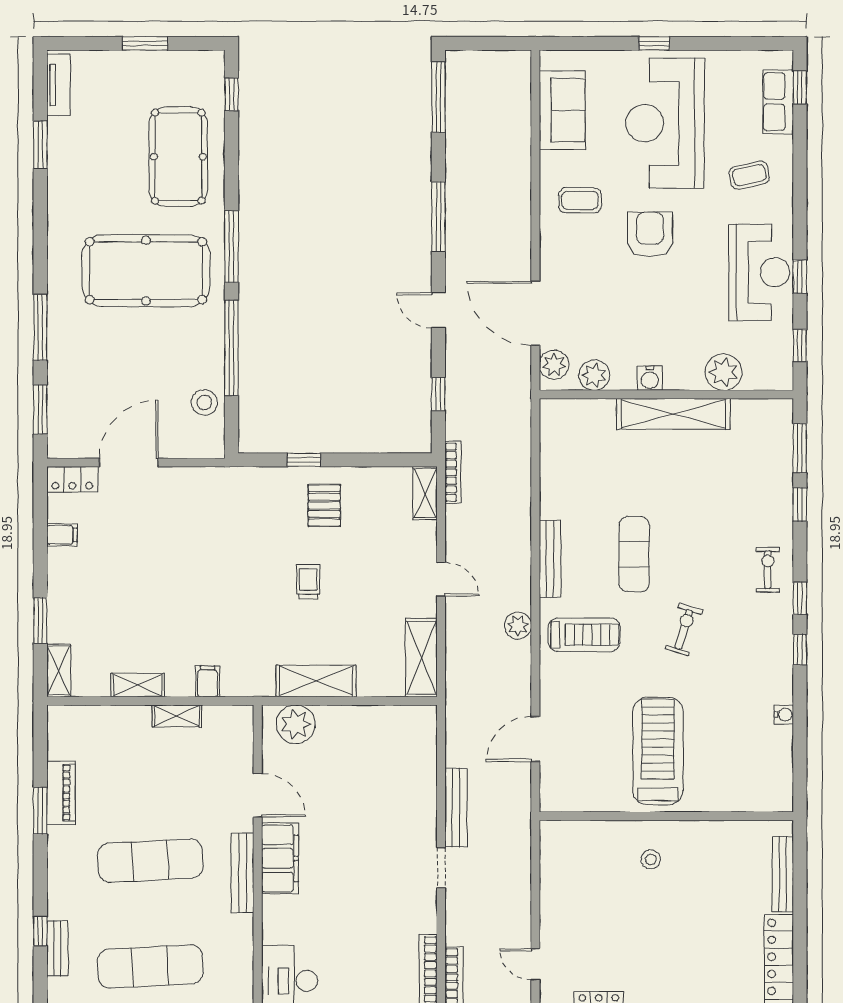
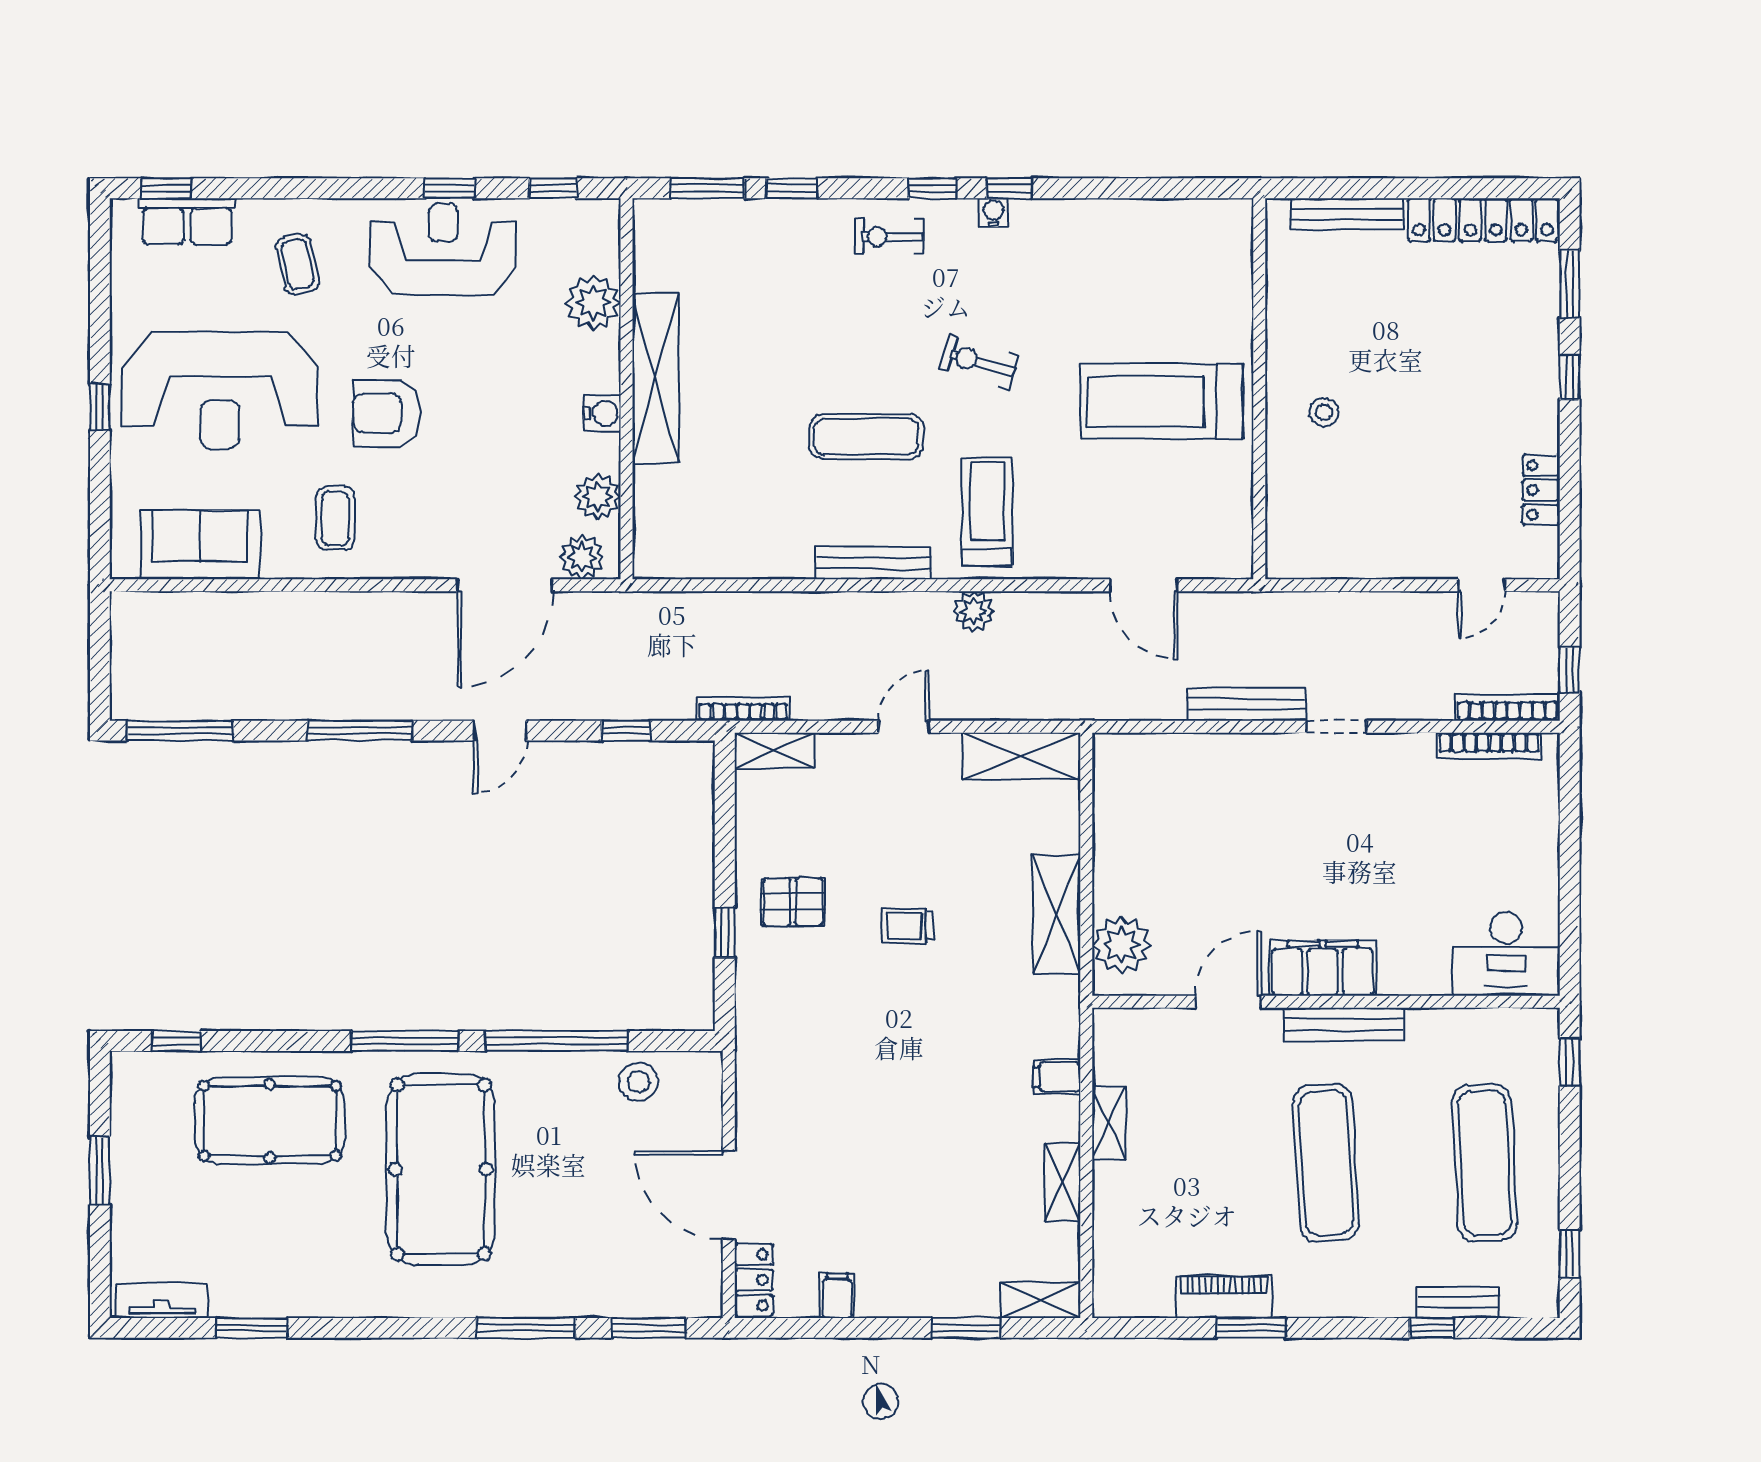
water cooler: (784, 715) -> (994, 212), moved

